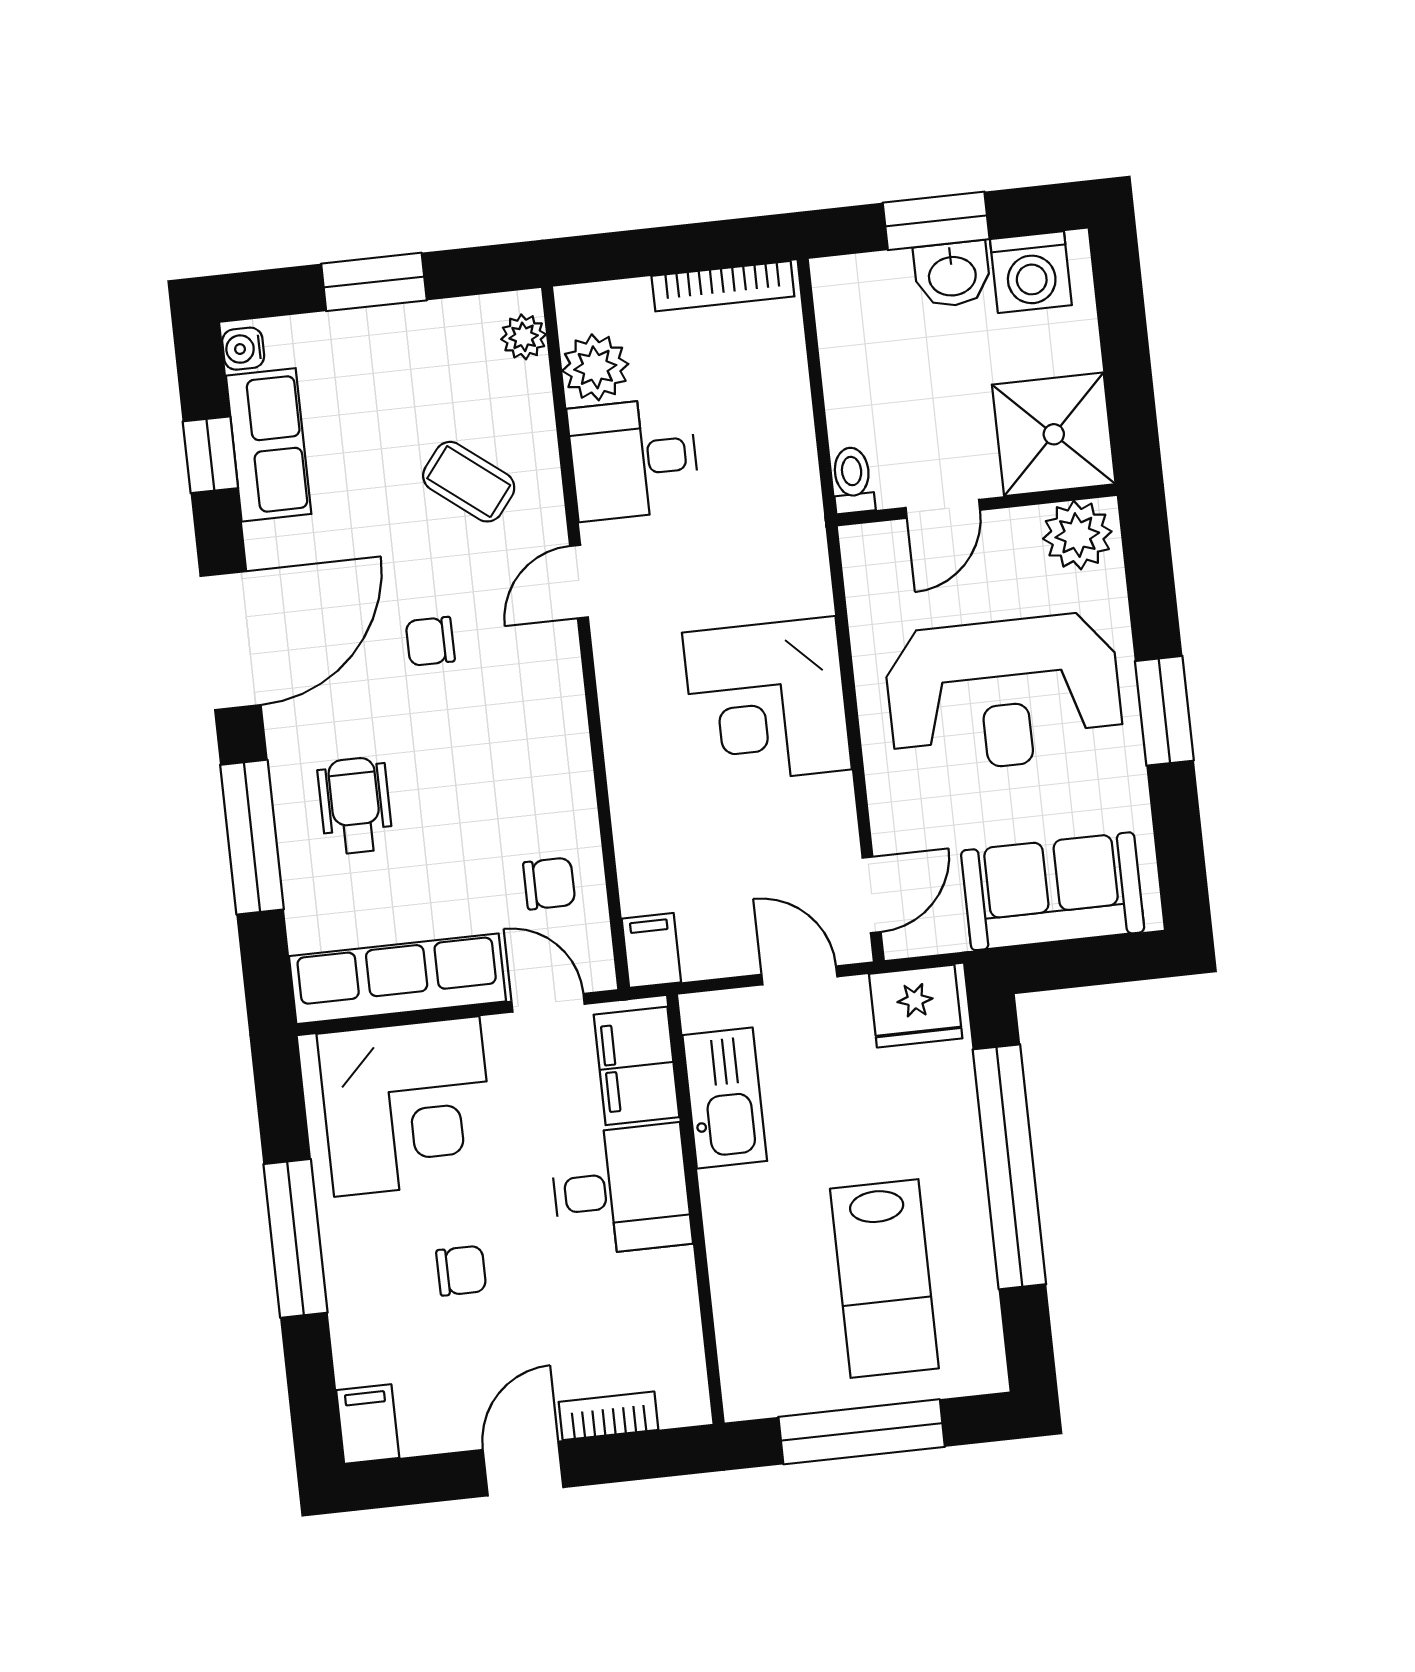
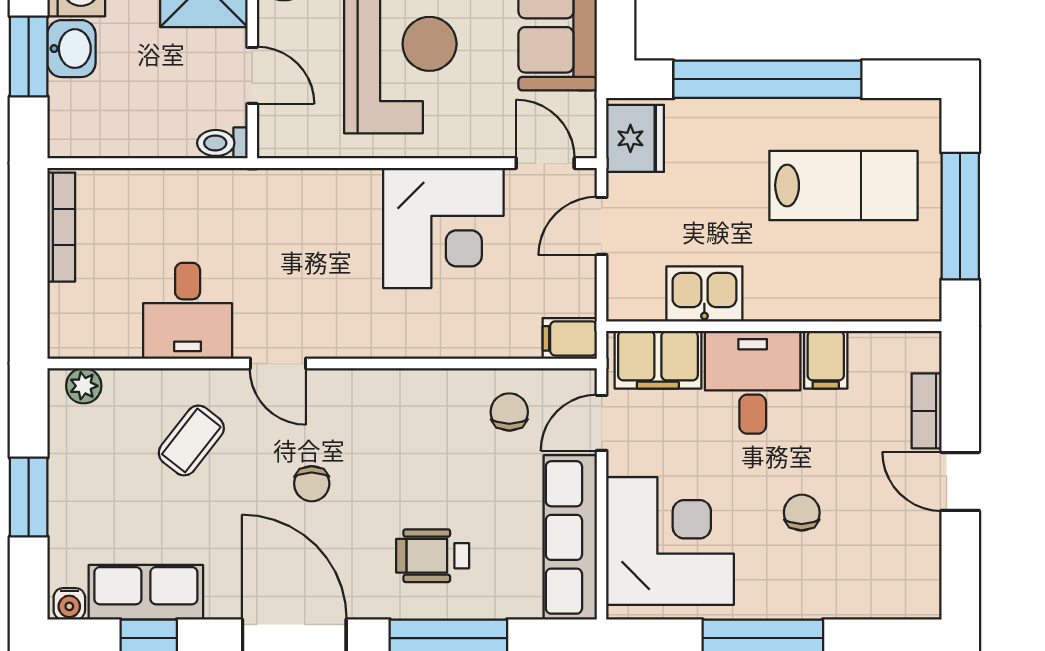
plant: (595, 367) -> (113, 333), removed
corner desk: (767, 701) -> (443, 228), moved
kitchen sink: (725, 1098) -> (704, 294), width x0.73
filing cabinet: (368, 1424) -> (826, 360), moved, turned -90

